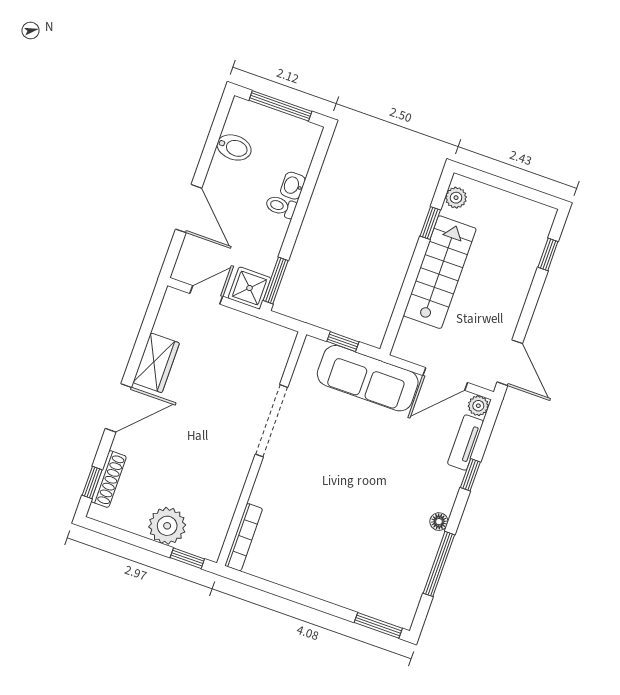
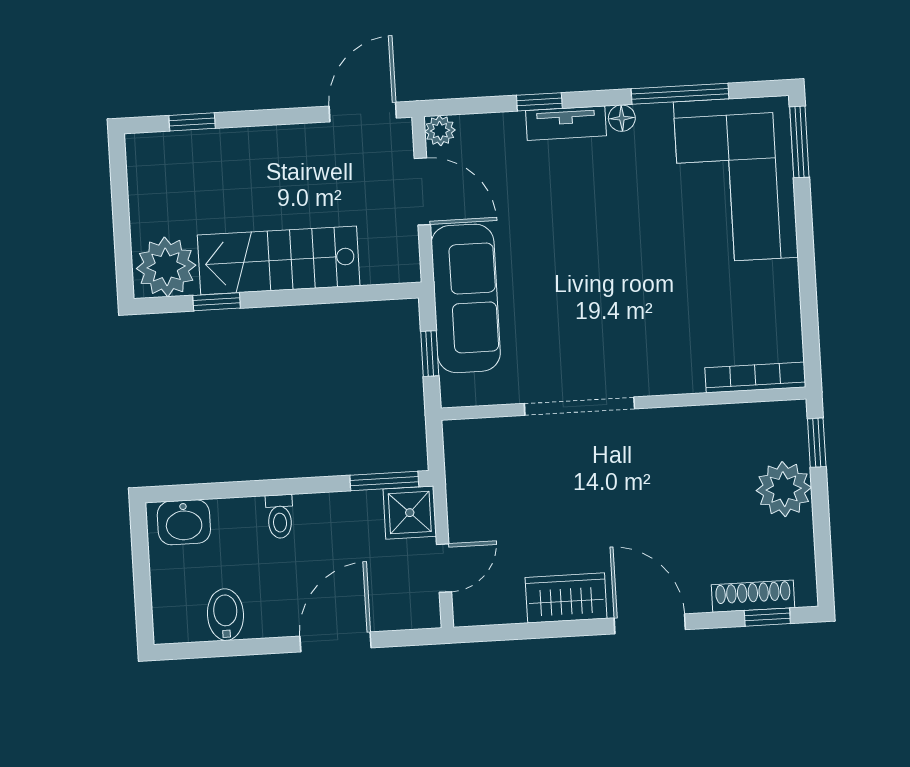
window: (280, 106) -> (142, 575), removed
washbasin: (293, 186) -> (184, 522), moved, width x1.38, depth x1.45
plant: (456, 198) -> (166, 267), width x1.88, depth x1.88
door: (206, 295) -> (444, 568), swing flipped
tv unit: (466, 442) -> (566, 123), moved
corner sofa: (371, 576) -> (736, 180), added

